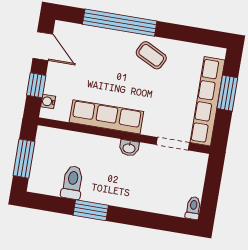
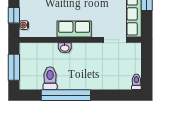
row of seats: (106, 117) -> (74, 29), width x0.68
washbasin: (129, 148) -> (65, 48), moved
window: (91, 210) -> (66, 95), width x2.11

